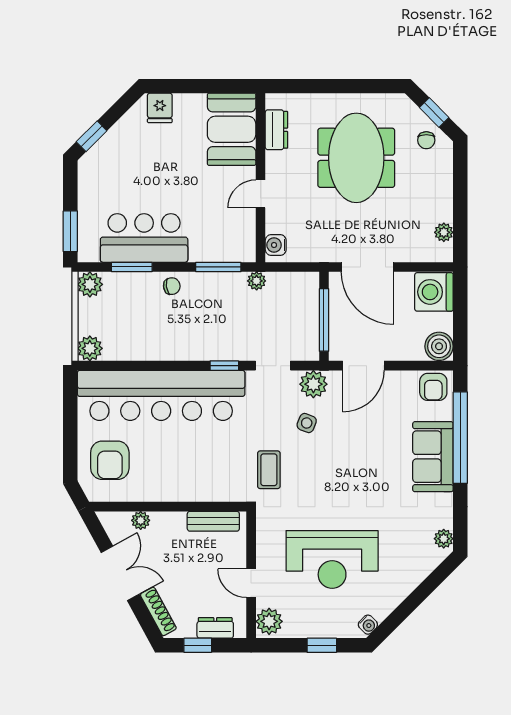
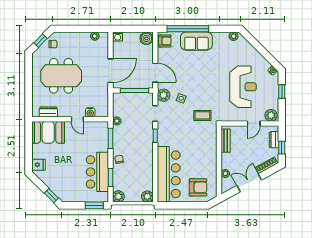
water cooler: (276, 245) -> (90, 112), moved
washing machine: (434, 292) -> (118, 37), width x0.53, depth x0.53
bar counter: (161, 395) -> (169, 174), width x0.73

